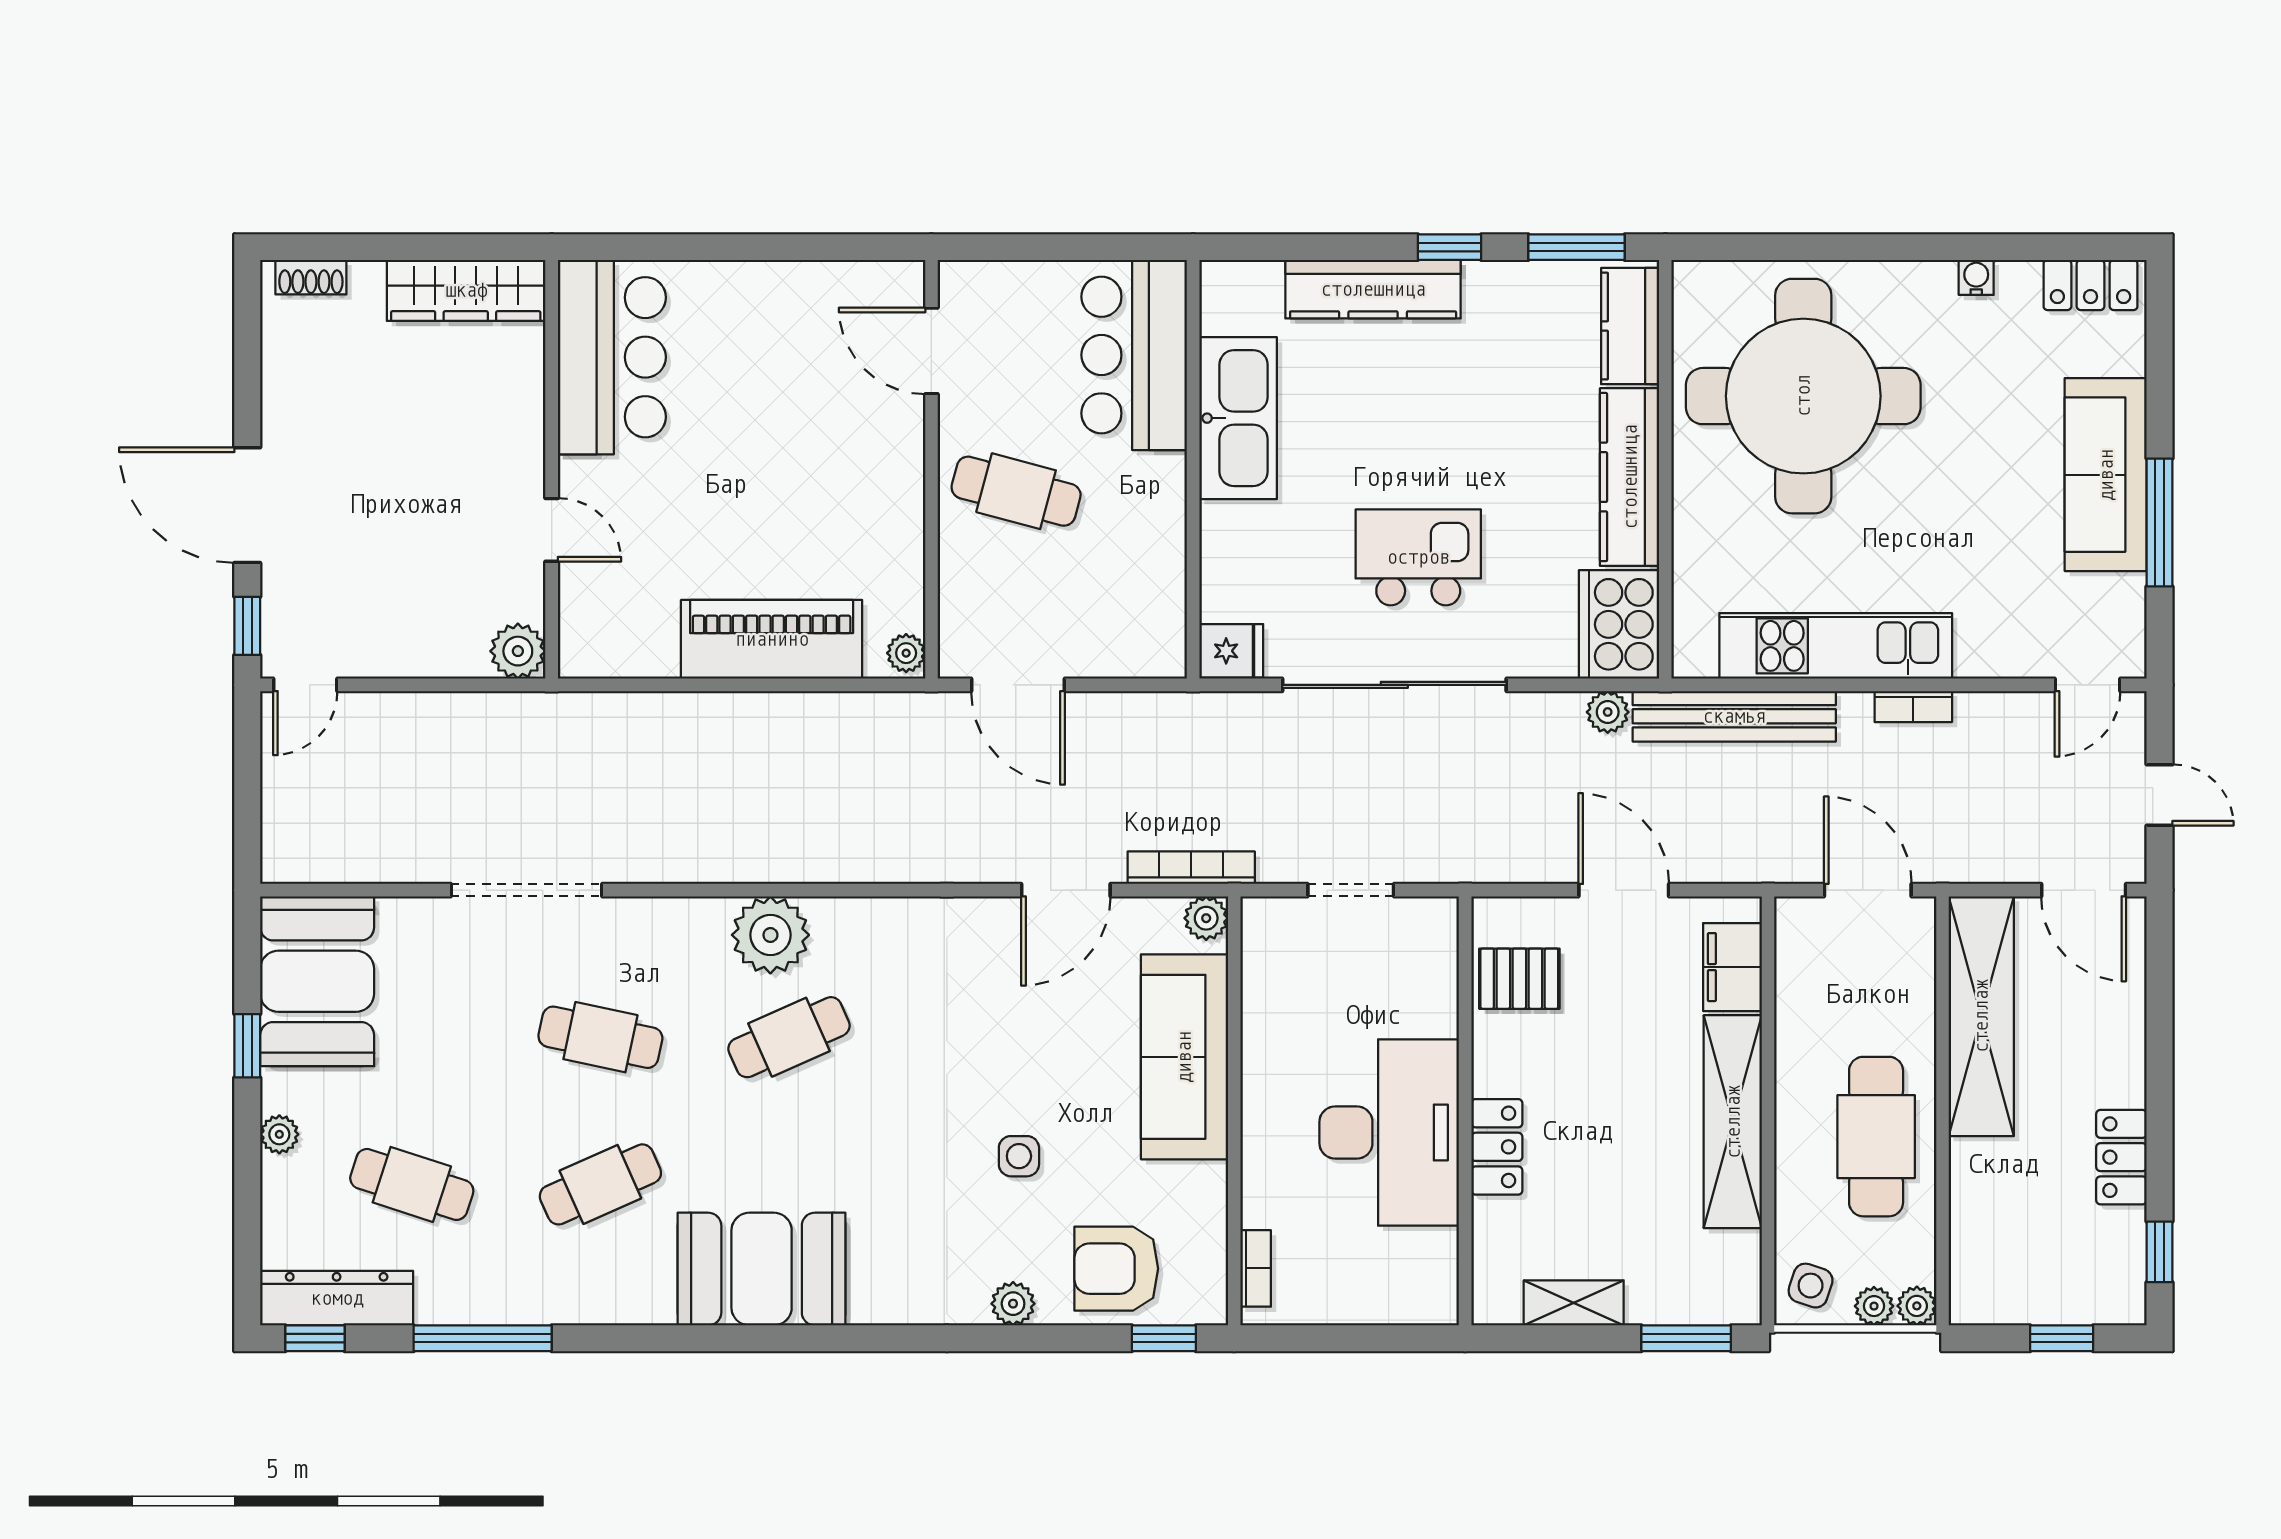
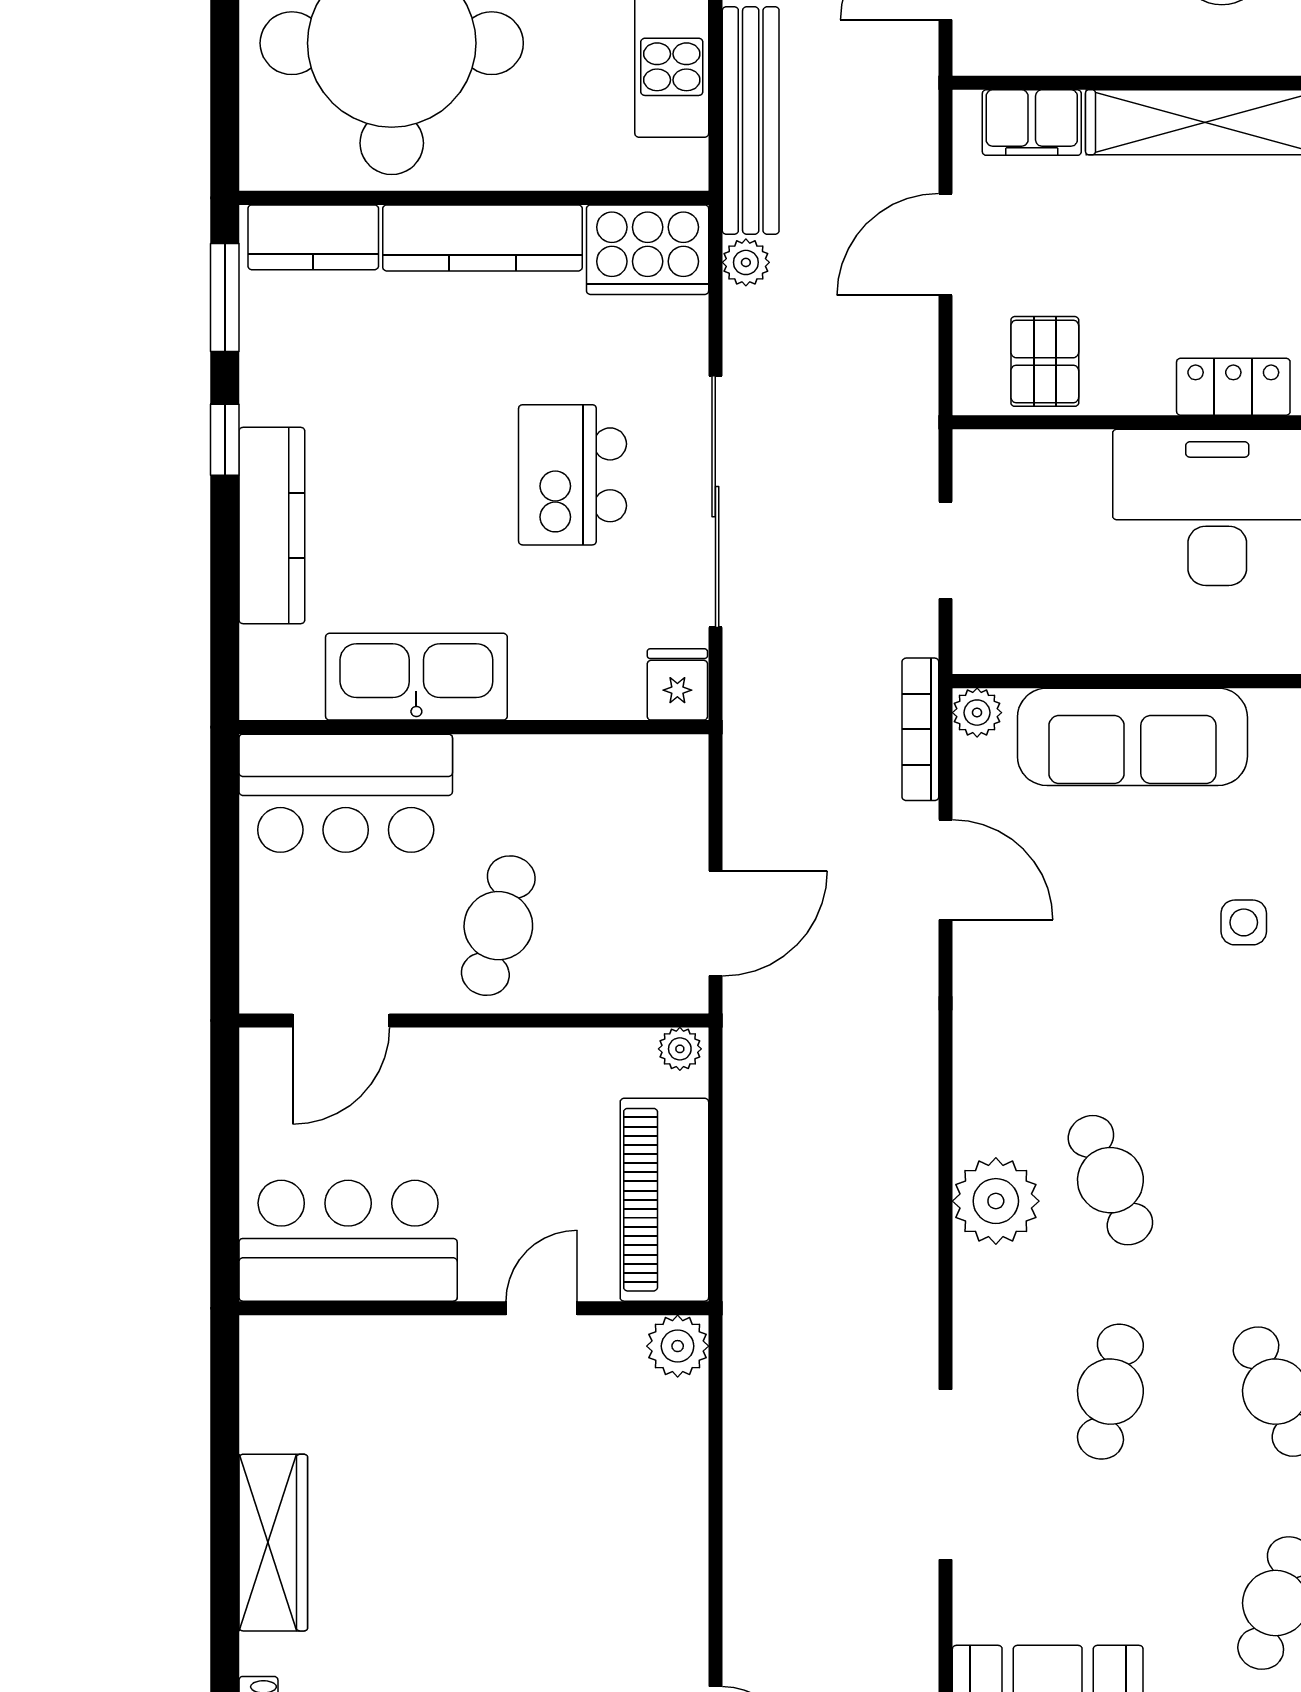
bar counter: (612, 357) -> (348, 1241), moved
wall: (552, 469) -> (474, 1308), moved
door: (552, 530) -> (542, 1308), moved
plant: (518, 651) -> (678, 1346), moved

